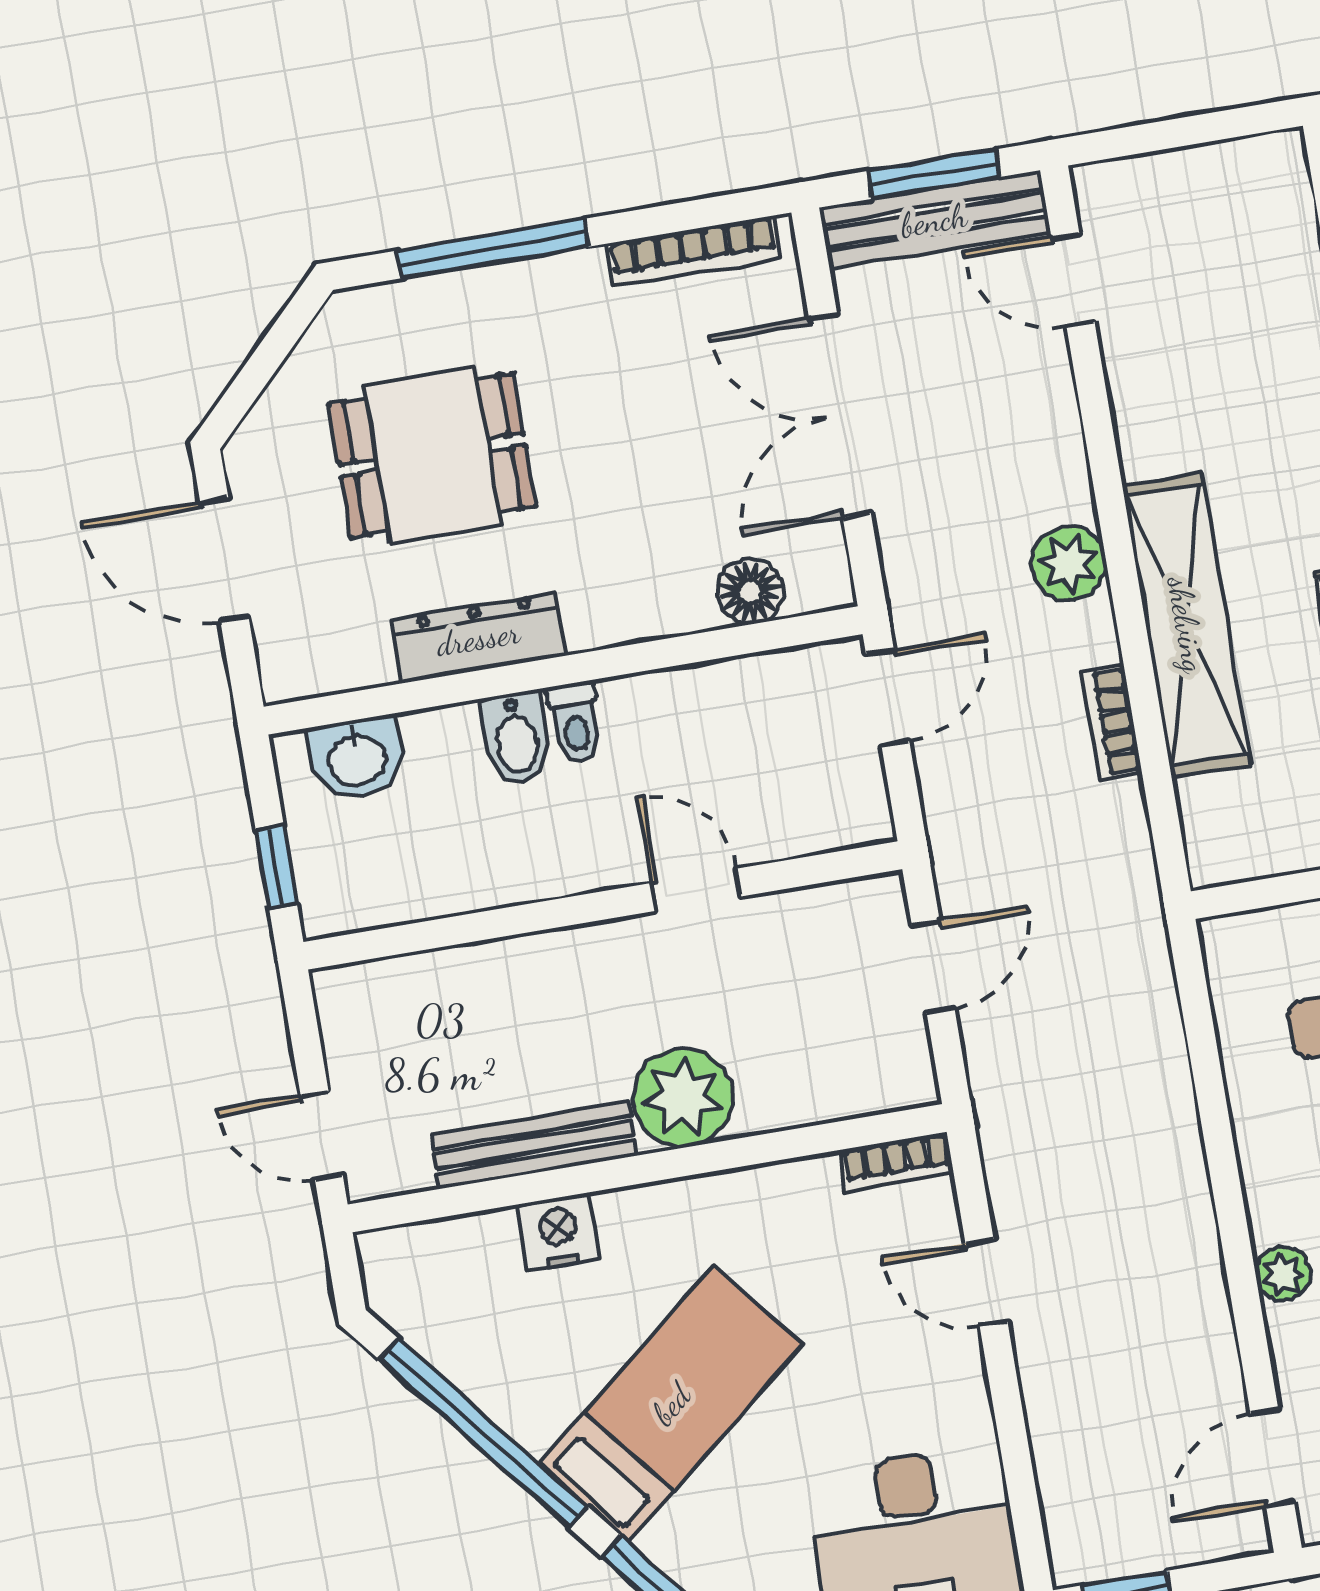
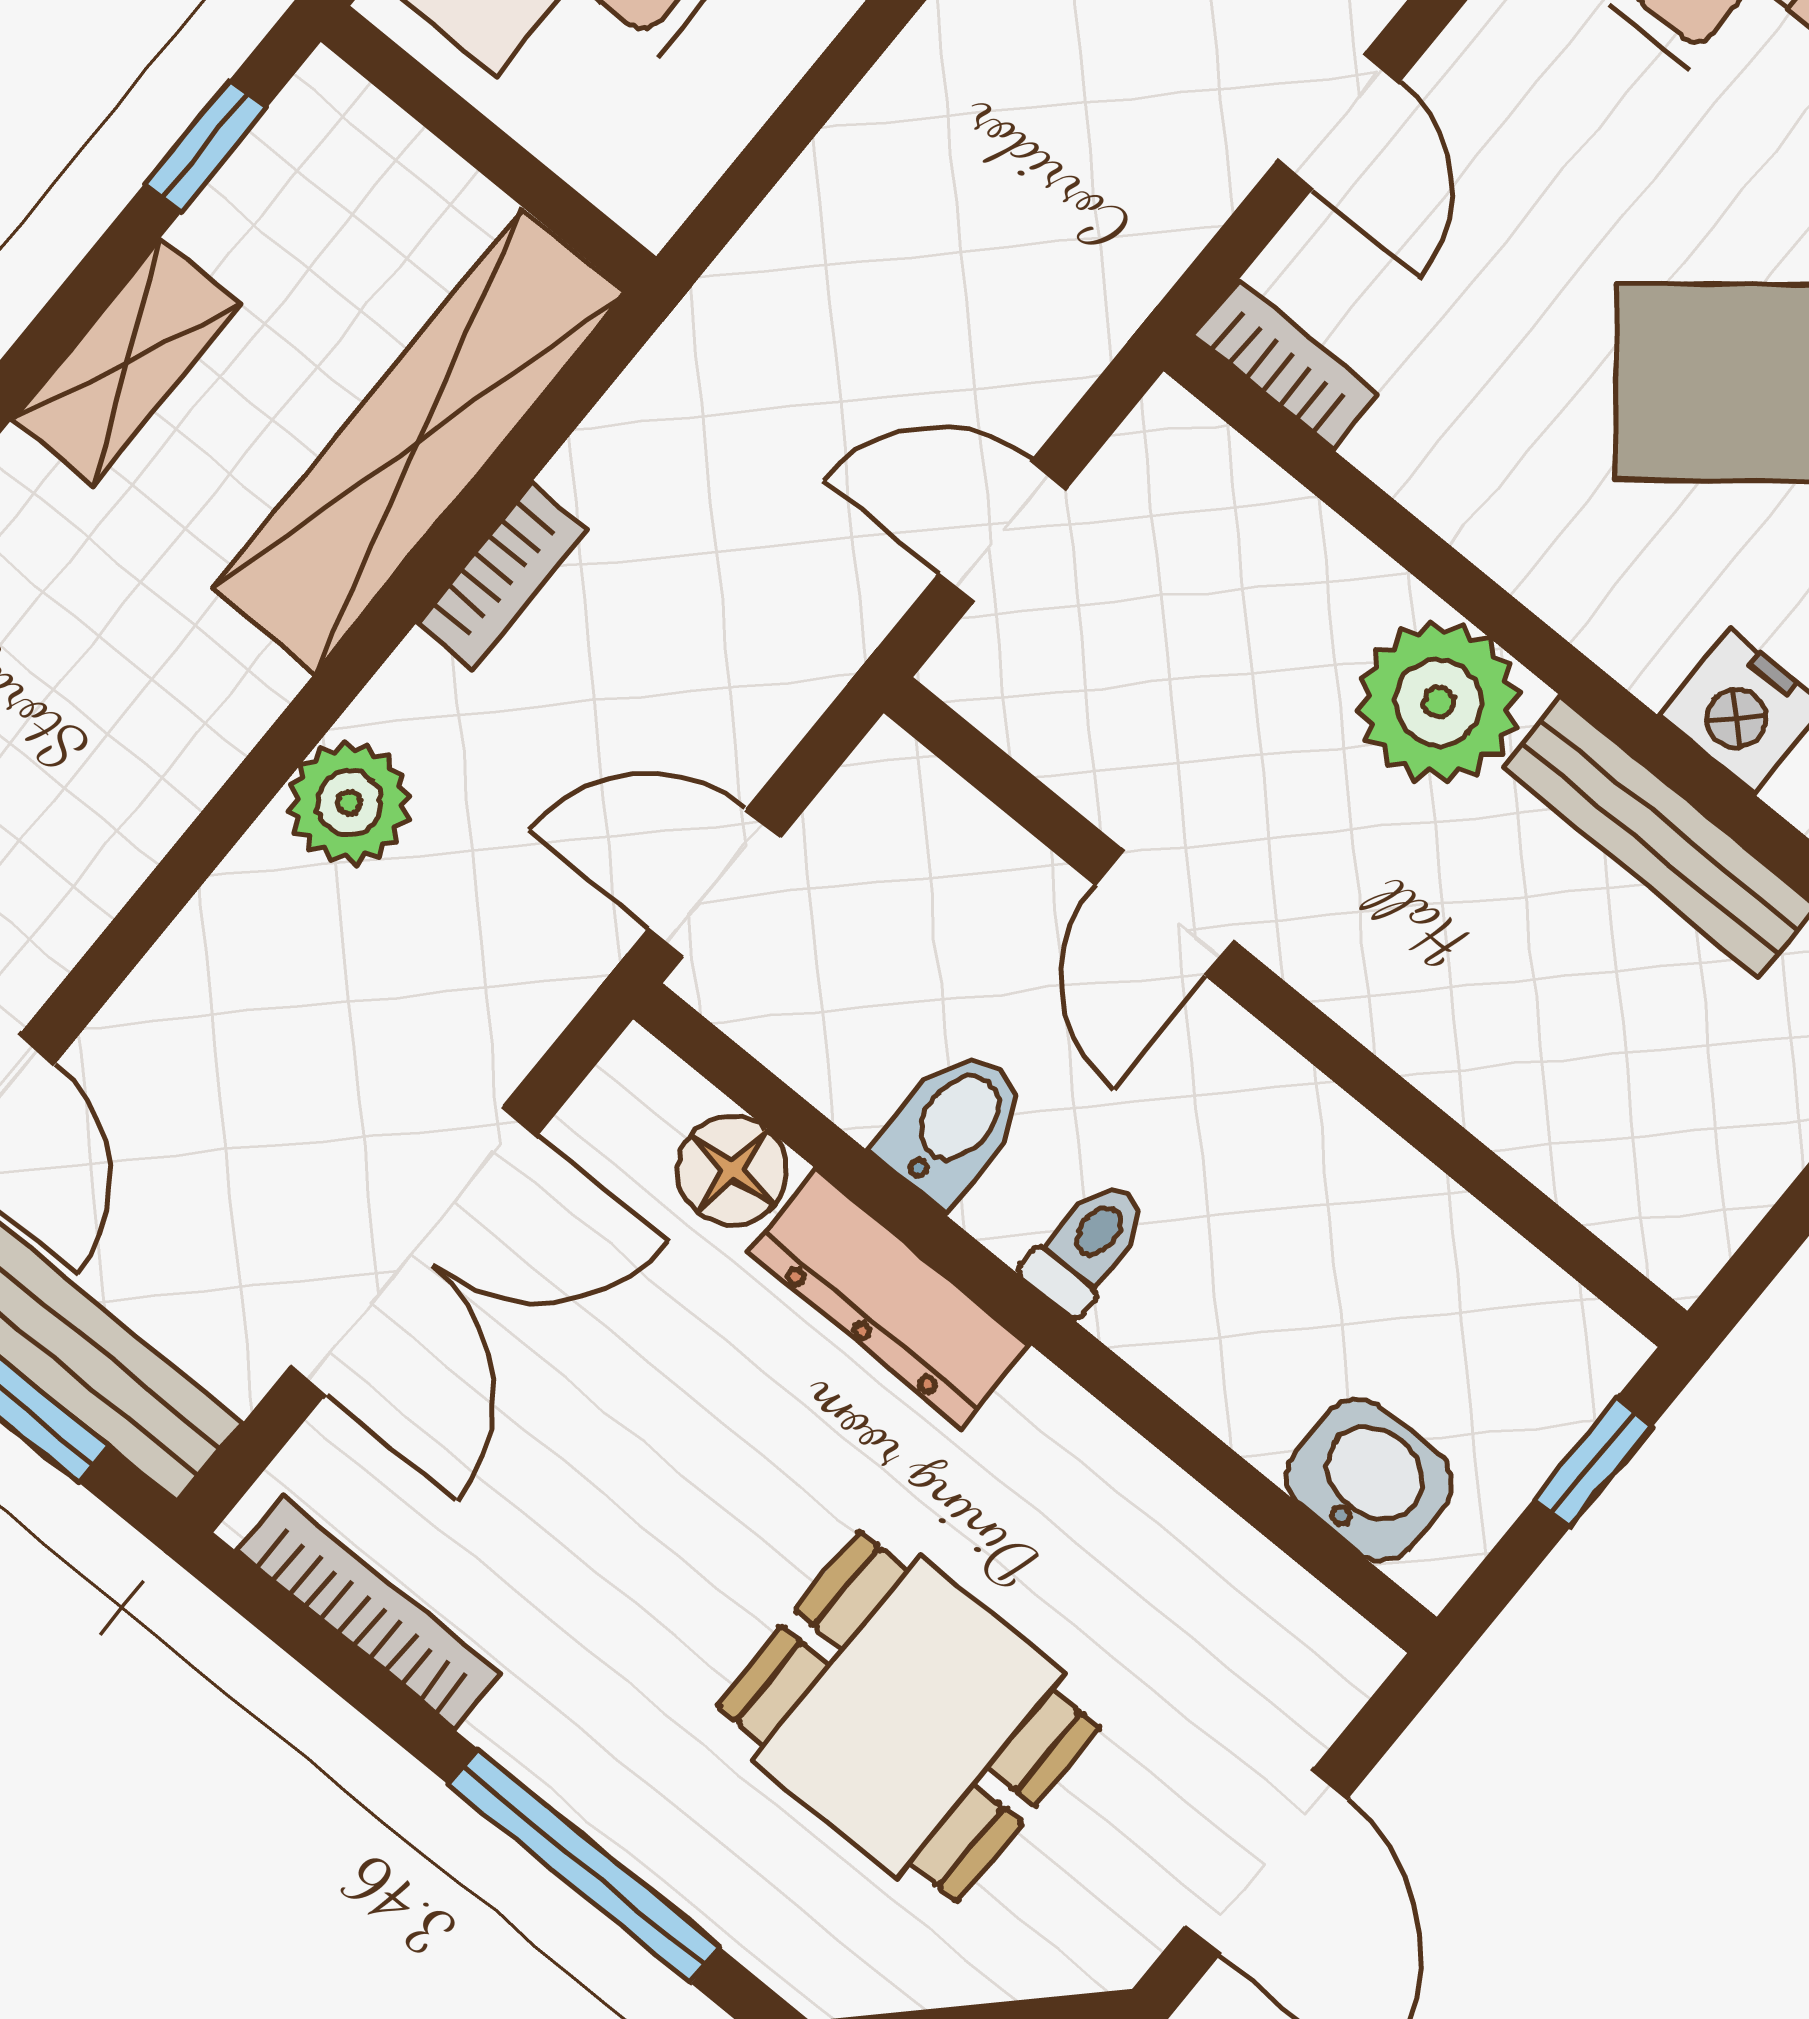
shelving: (1187, 625) -> (419, 441), moved
dresser: (478, 638) -> (888, 1298), moved
bidet: (516, 738) -> (953, 1125), moved

